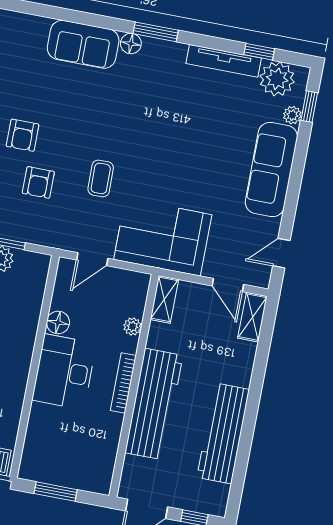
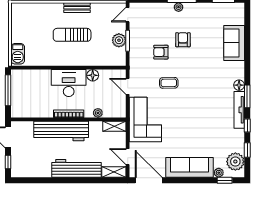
window: (212, 43) -> (247, 125), added
sofa: (83, 44) -> (234, 43), moved
tv unit: (224, 61) -> (239, 110), moved
armchair: (23, 135) -> (183, 40), turned 90
door: (281, 253) -> (149, 180), width x1.88
door: (228, 285) -> (128, 157), hinge flipped
workbench: (223, 433) -> (76, 168), moved
window: (56, 492) -> (8, 90), width x1.44

